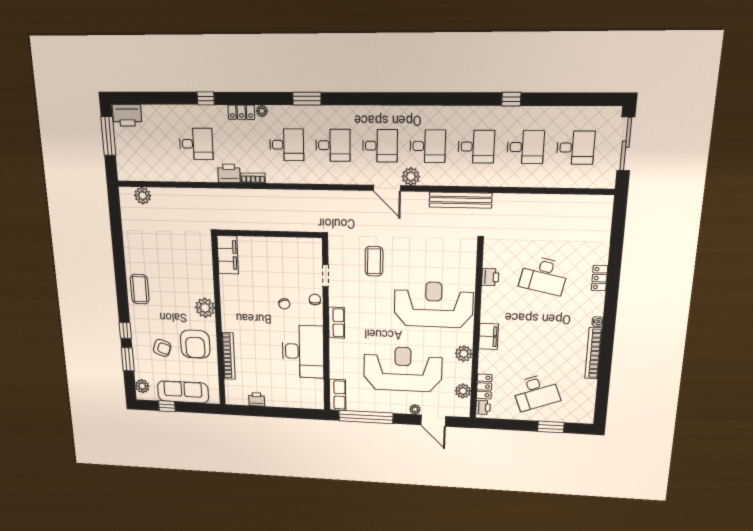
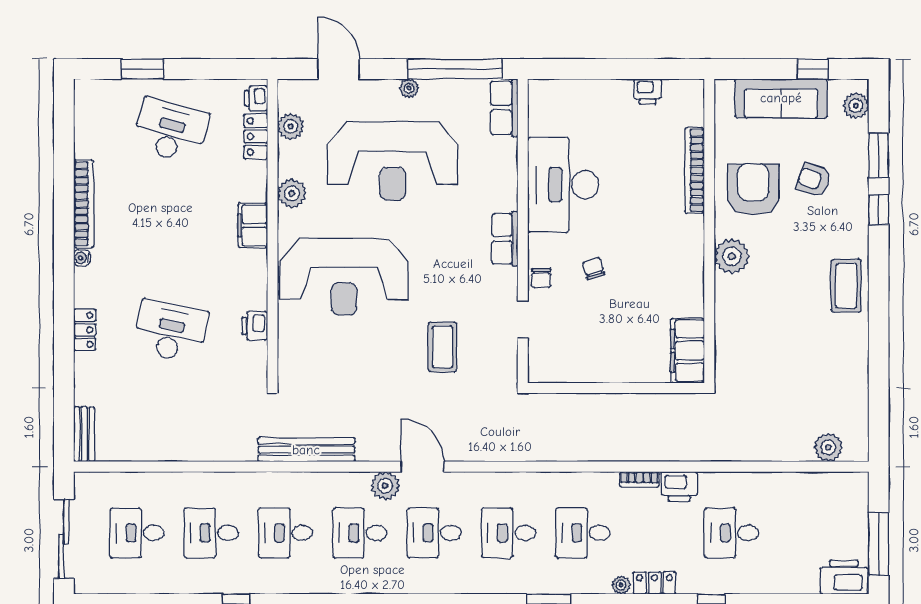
bench: (606, 213) -> (84, 434), added
desk: (536, 392) -> (171, 131), turned 36
plant: (415, 409) -> (409, 88), moved

